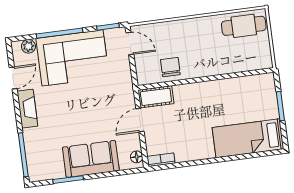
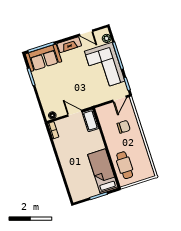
cafe table: (244, 26) -> (125, 165), moved
chair: (170, 67) -> (124, 127), moved
bed: (248, 138) -> (103, 171), moved
sofa: (91, 159) -> (43, 58), moved, turned 90

